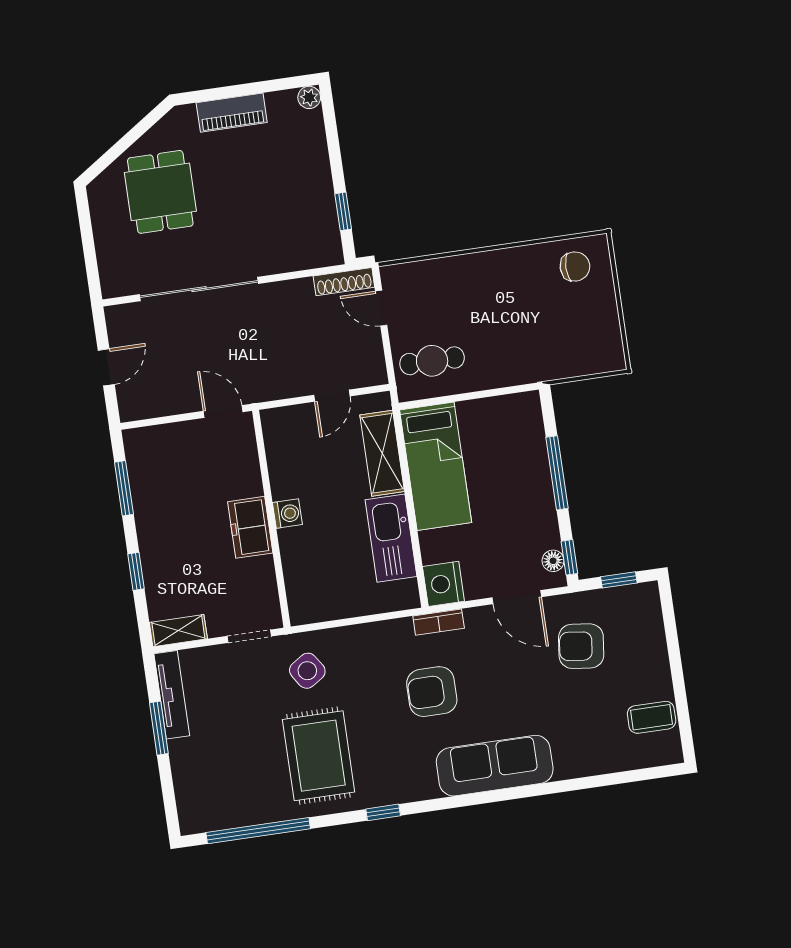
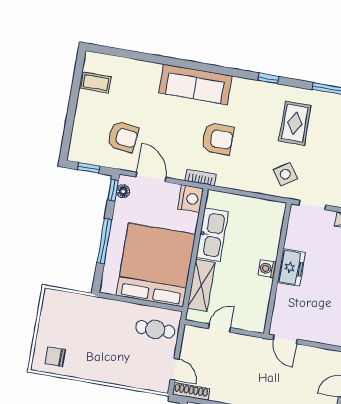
bed: (436, 466) -> (156, 265), width x2.04
rug: (319, 756) -> (295, 123), width x0.73, depth x0.70

